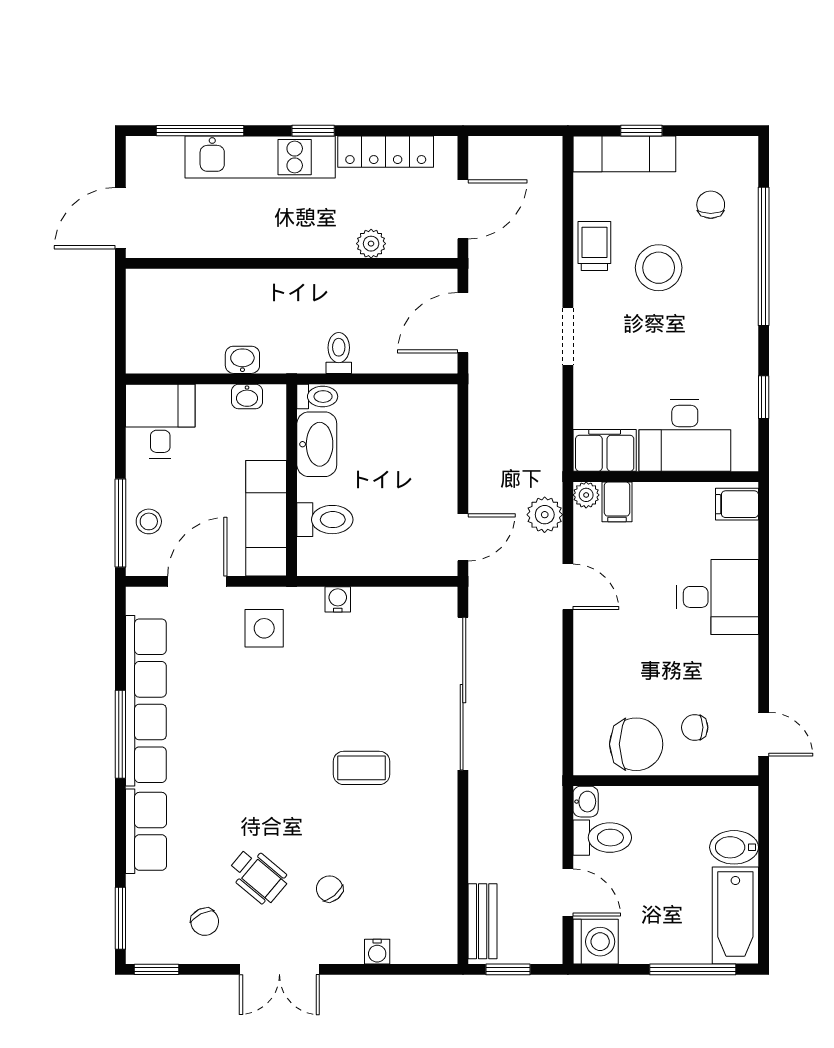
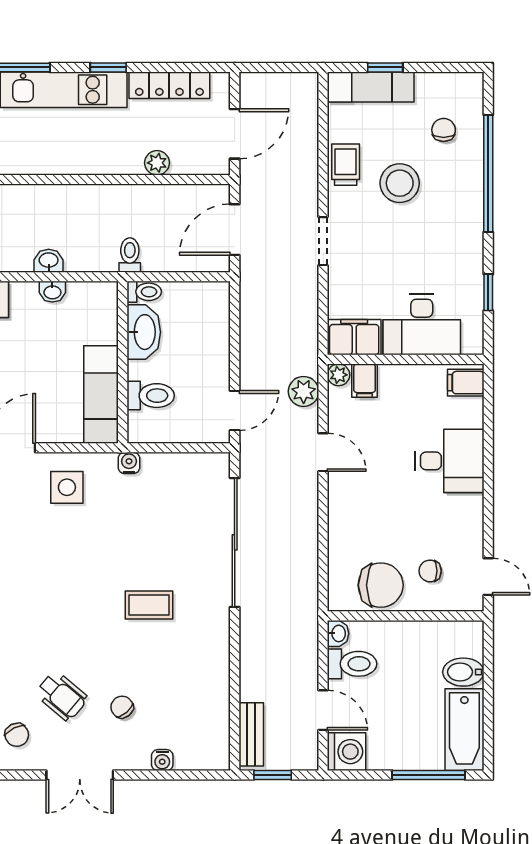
toilet: (317, 397) -> (144, 292), moved
washbasin: (317, 444) -> (144, 332), moved
wall: (292, 480) -> (123, 362), moved
exam couch: (266, 518) -> (101, 395), moved
toilet: (325, 520) -> (151, 396), moved

